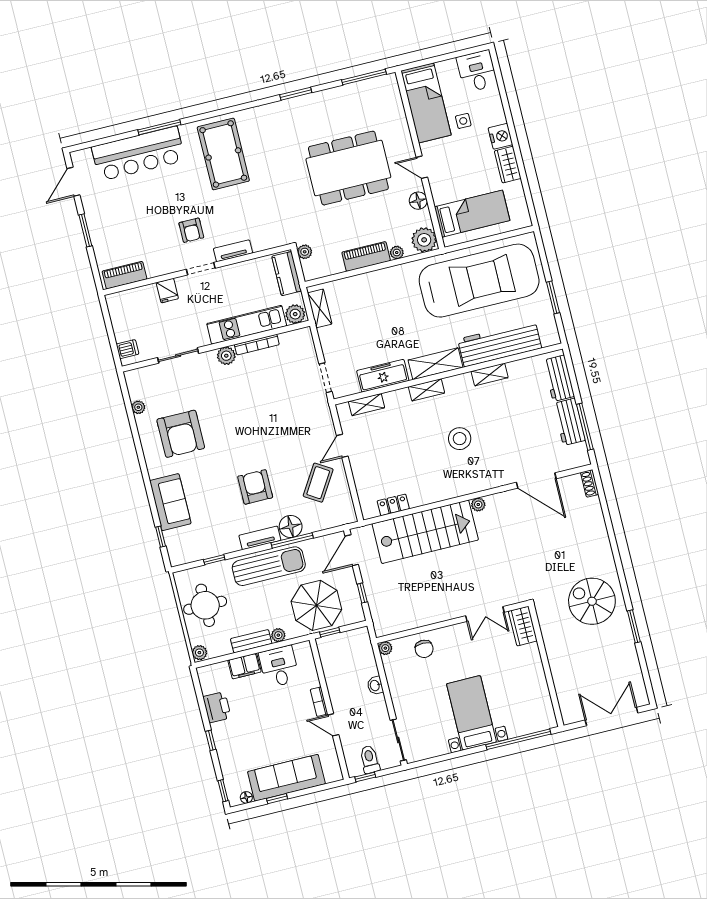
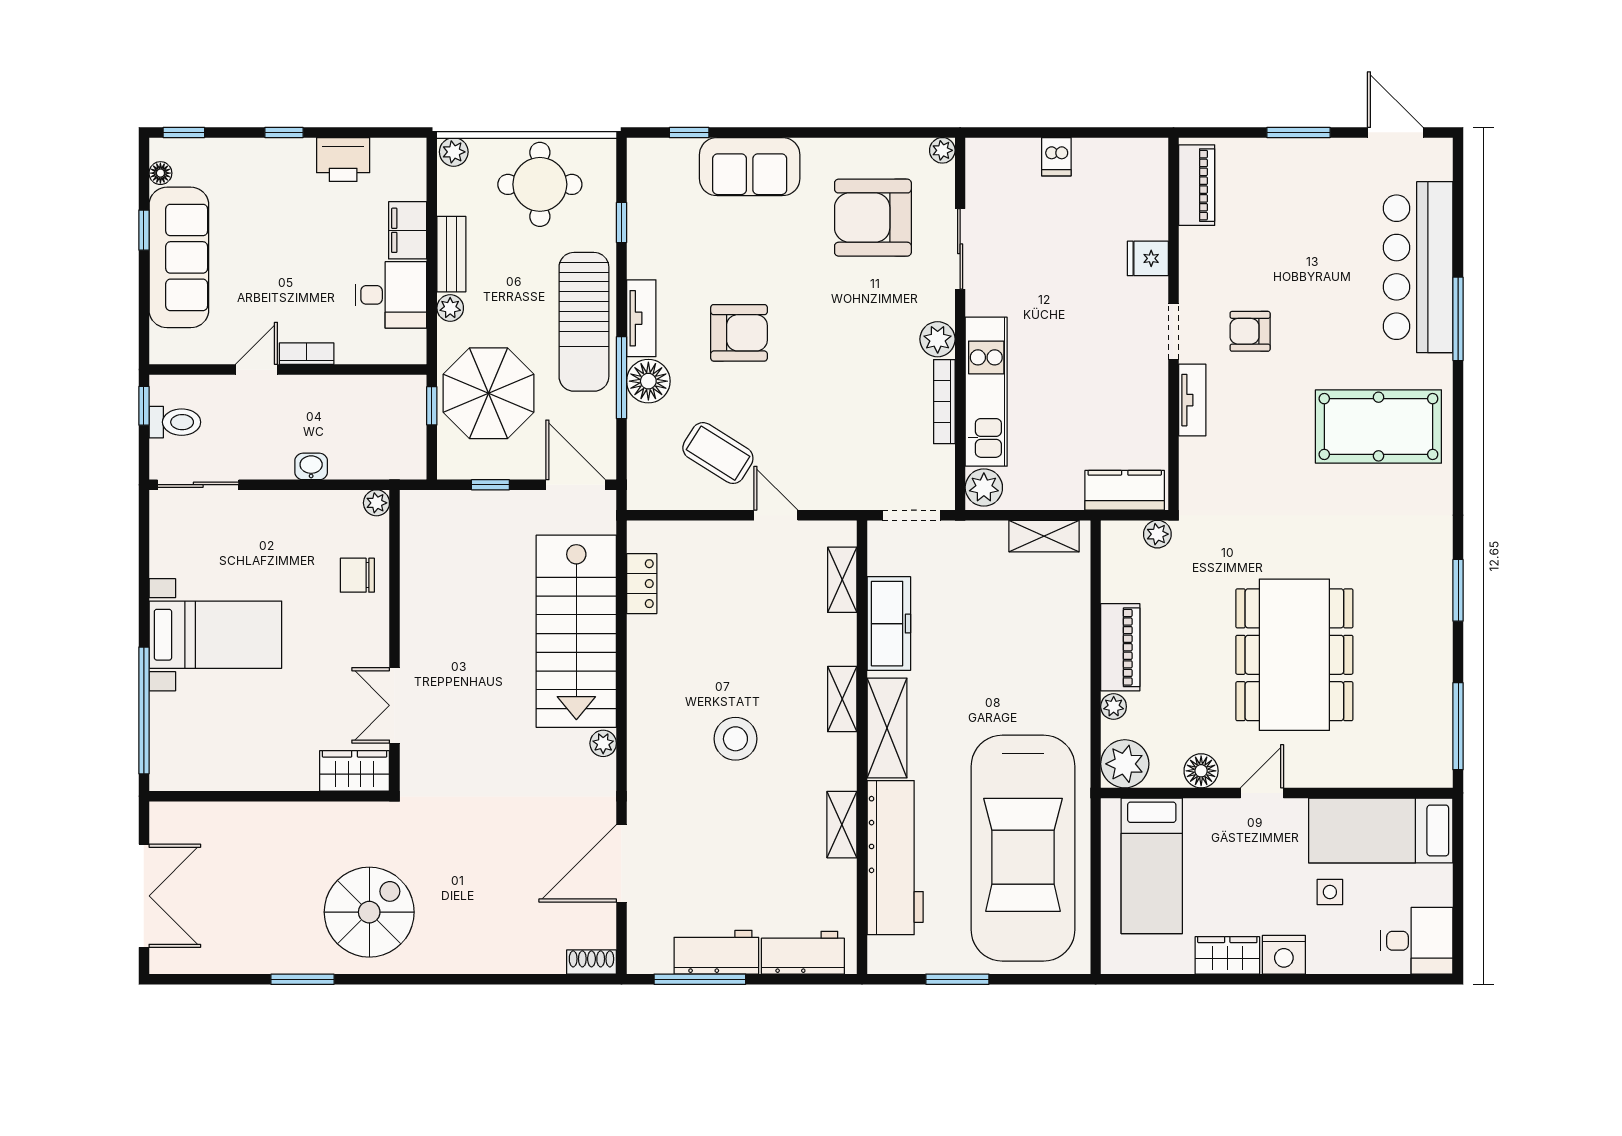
plant: (295, 314) -> (984, 488), moved
kitchen unit: (247, 325) -> (986, 392), moved
bookcase: (257, 345) -> (944, 402), moved
wall: (216, 346) -> (960, 324), moved
sliding door: (178, 355) -> (960, 249), moved
plant: (226, 356) -> (938, 339), moved

